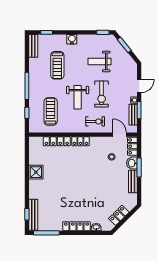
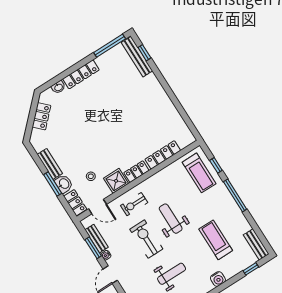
treadmill: (51, 111) -> (199, 173), moved
shower: (36, 172) -> (116, 181), moved

